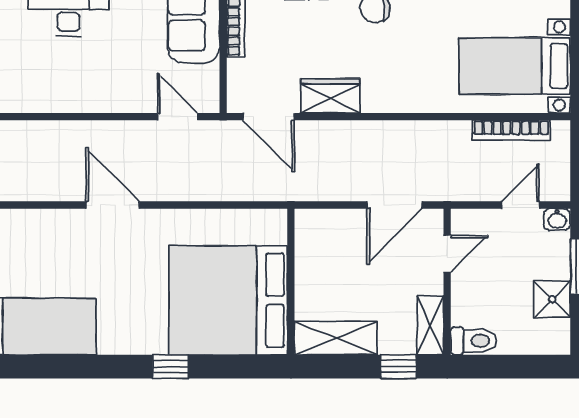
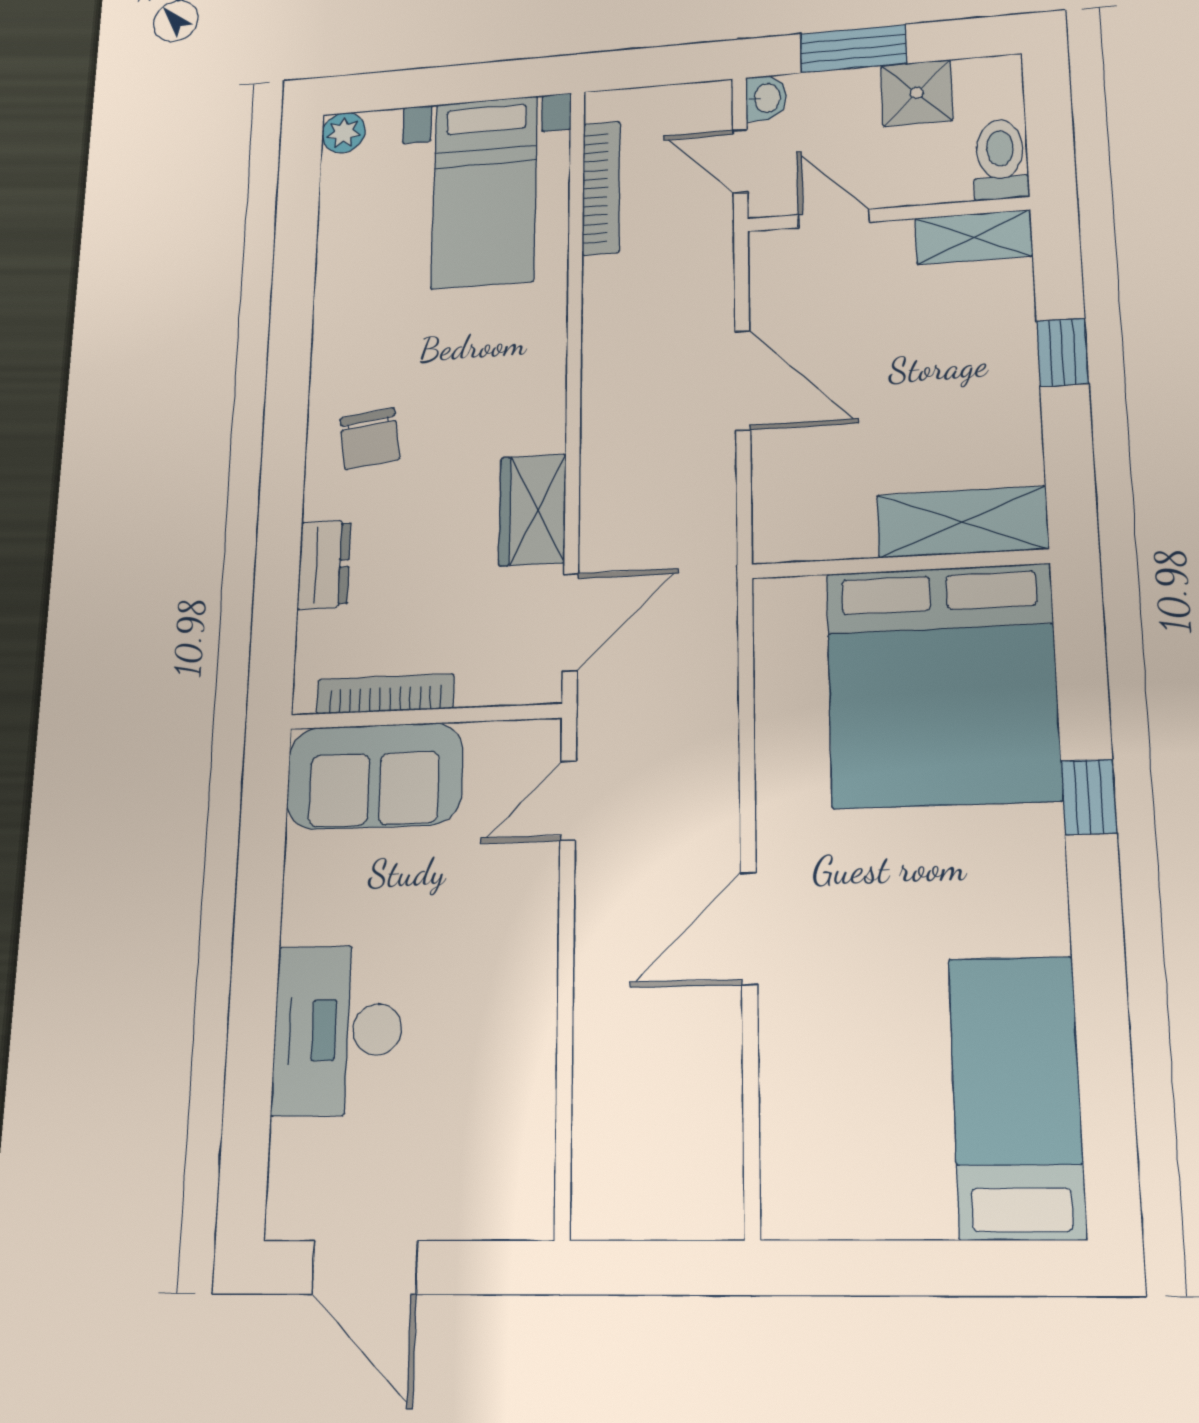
door: (447, 254) -> (834, 218), moved
wall: (447, 282) -> (887, 214), moved
shelving: (430, 325) -> (974, 237), moved
shelving: (336, 338) -> (962, 522), moved, turned 90
toilet: (474, 341) -> (1000, 159), moved

